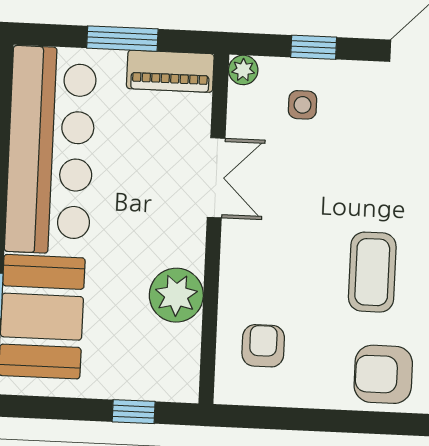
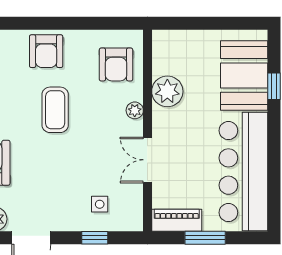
plant: (243, 70) -> (135, 110), moved
armchair: (263, 346) -> (116, 64), width x1.38, depth x1.38
armchair: (383, 374) -> (46, 51), turned 90
window: (134, 412) -> (189, 23), removed

